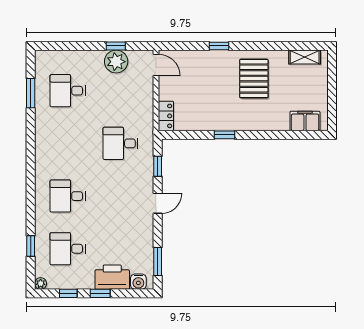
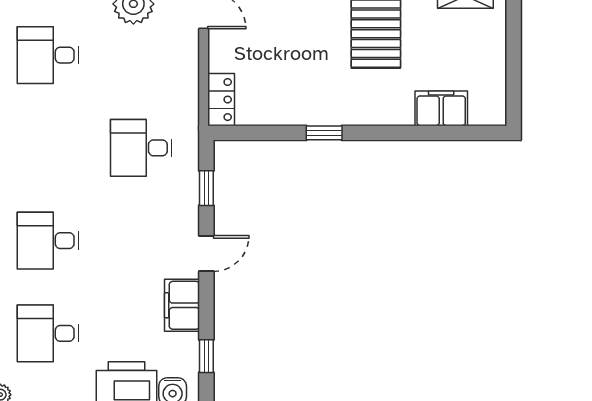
filing cabinet: (305, 121) -> (441, 108), moved
filing cabinet: (144, 233) -> (182, 305), added
window: (158, 262) -> (206, 356), width x0.67

